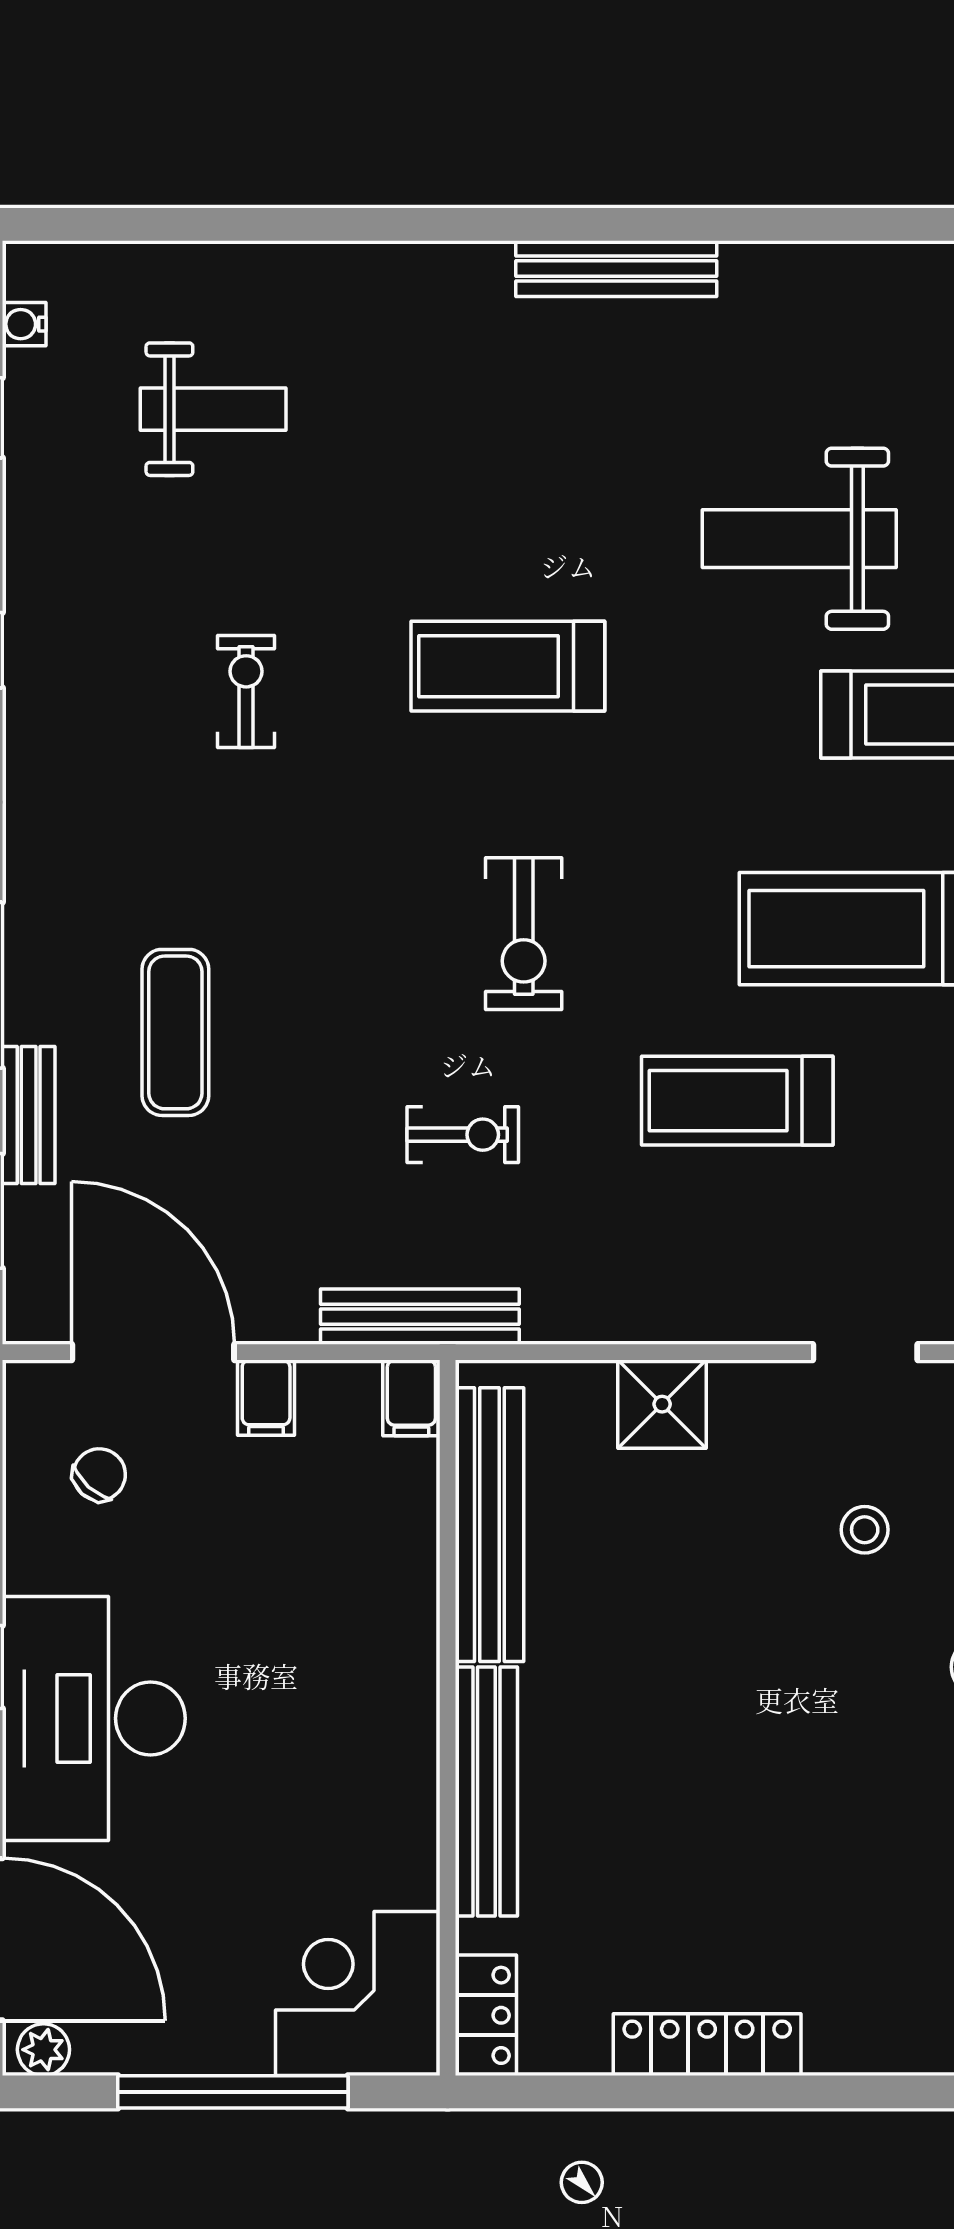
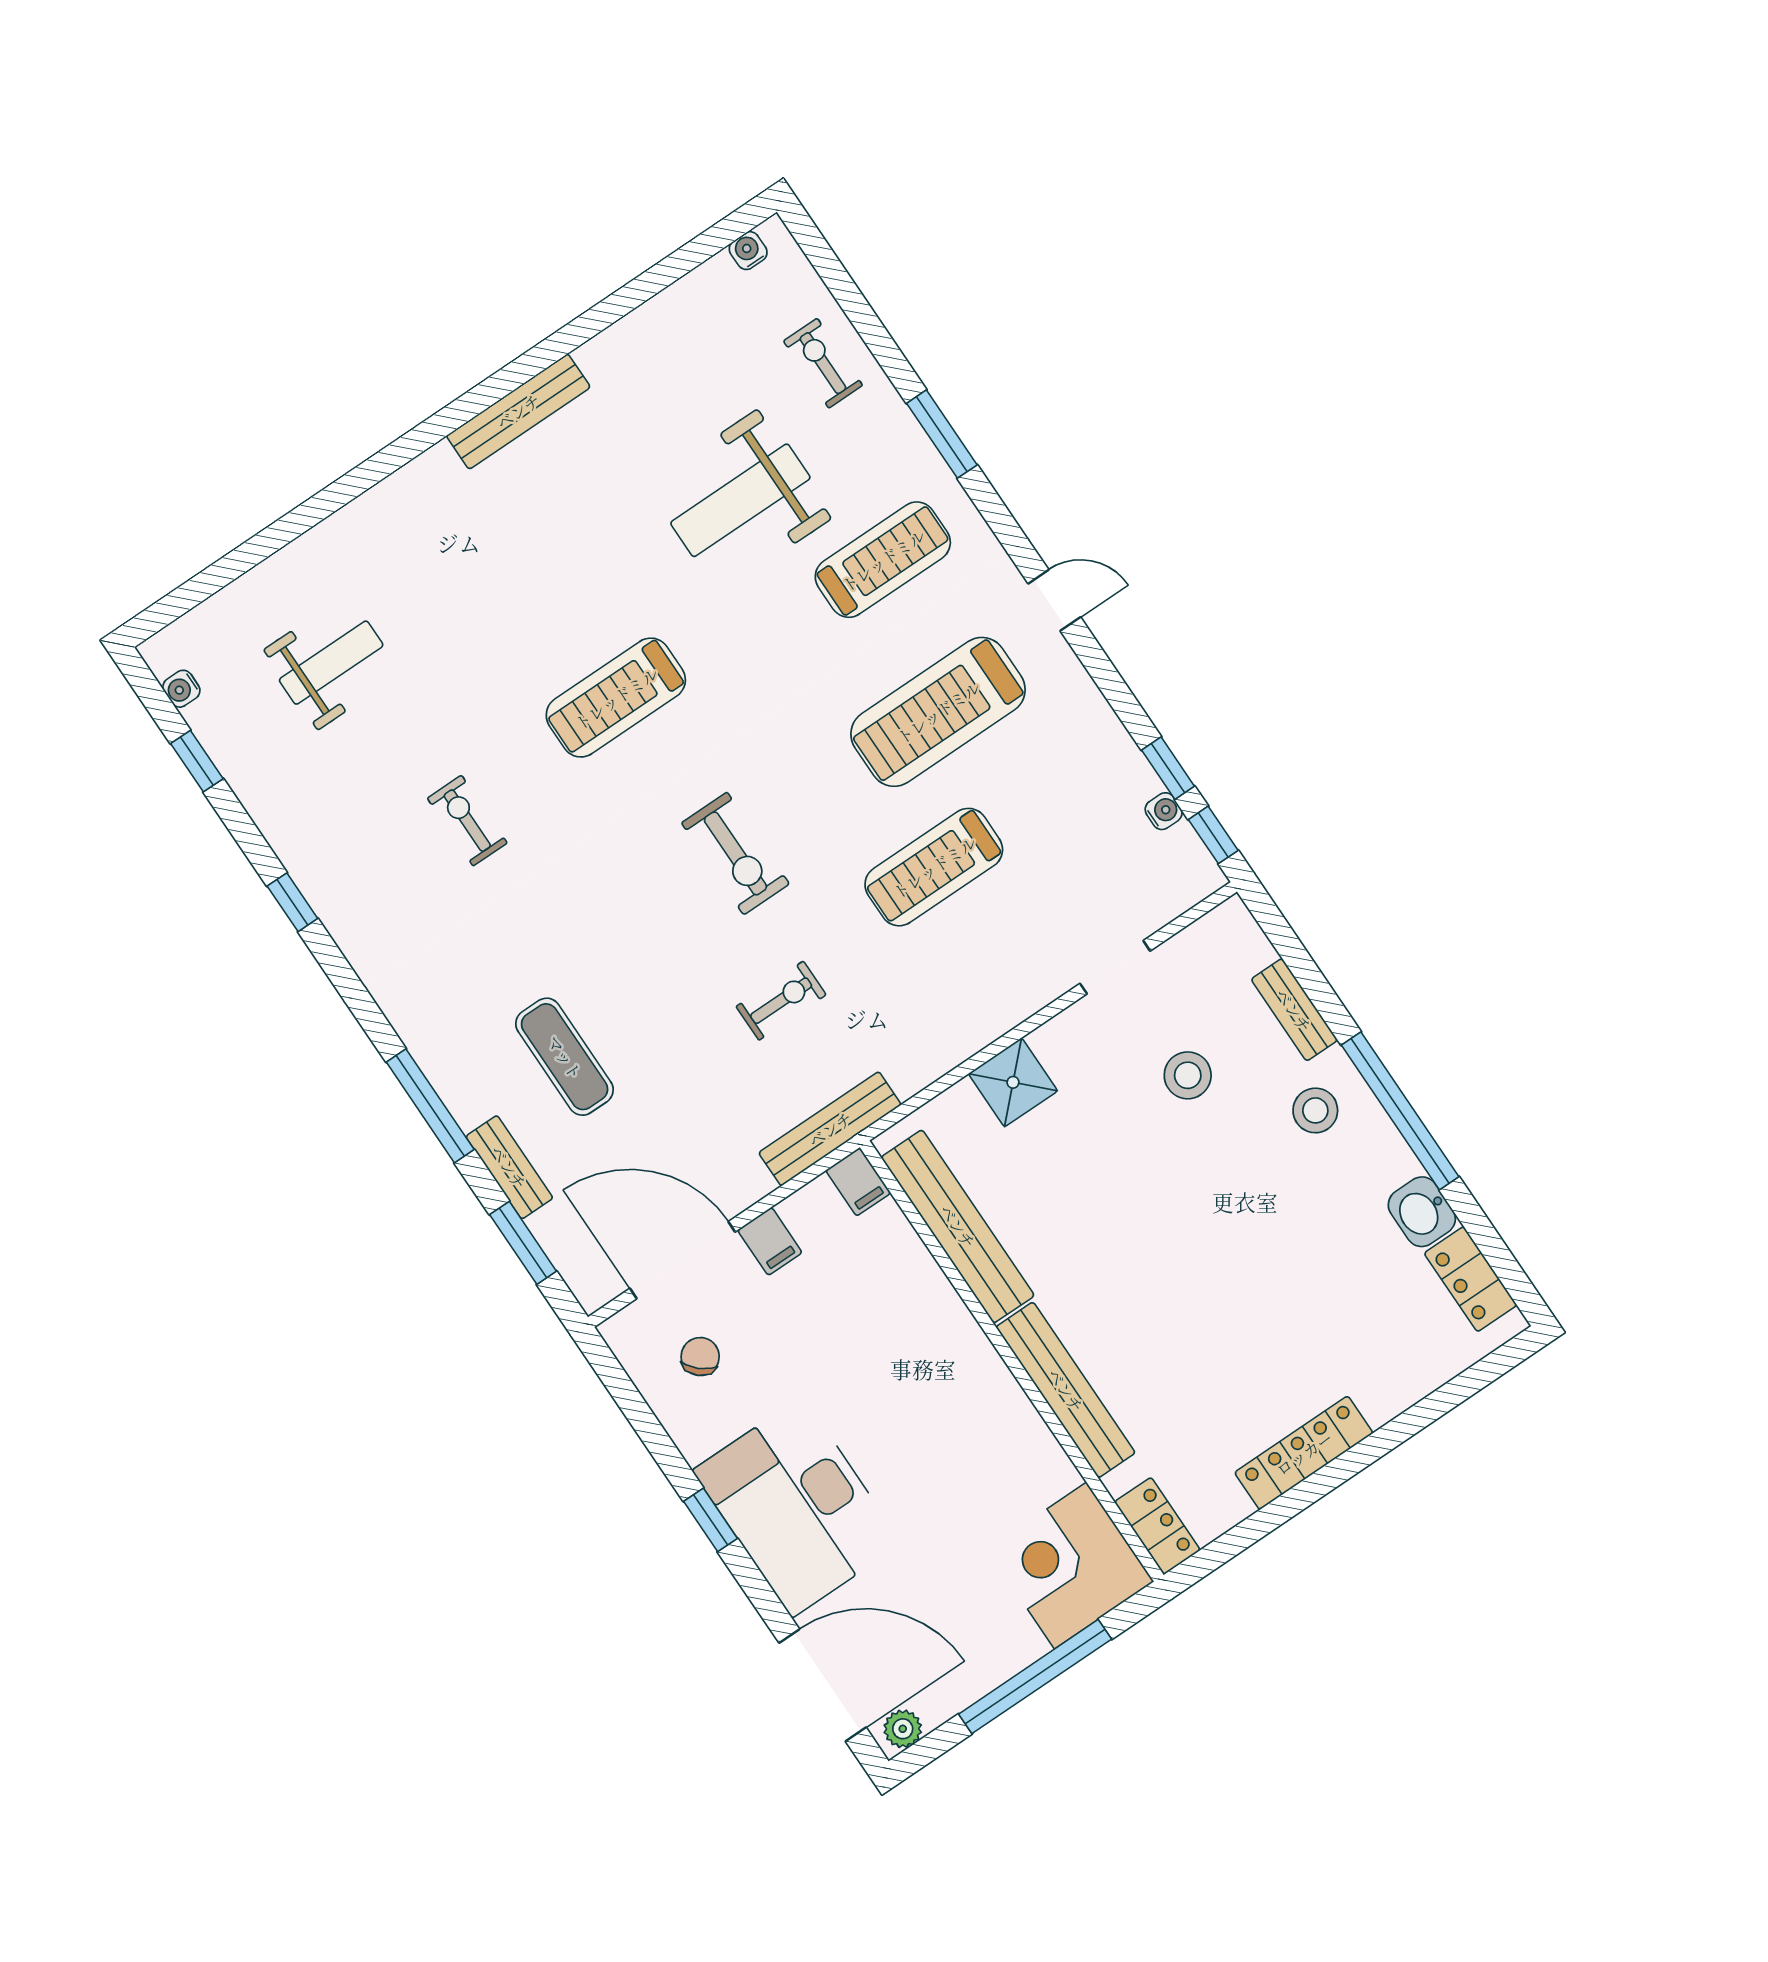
stool: (865, 1530) -> (1188, 1075), width x1.37, depth x1.37

